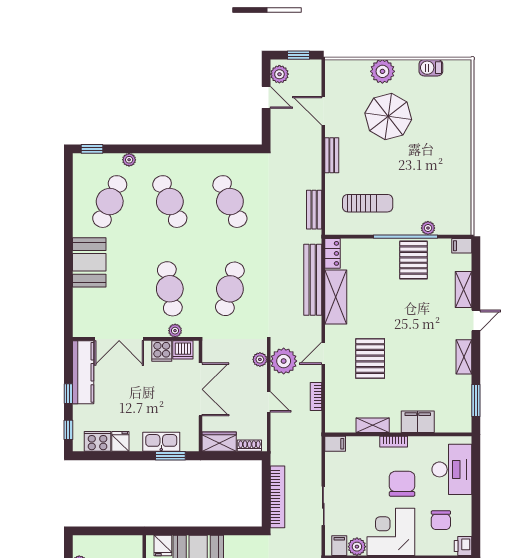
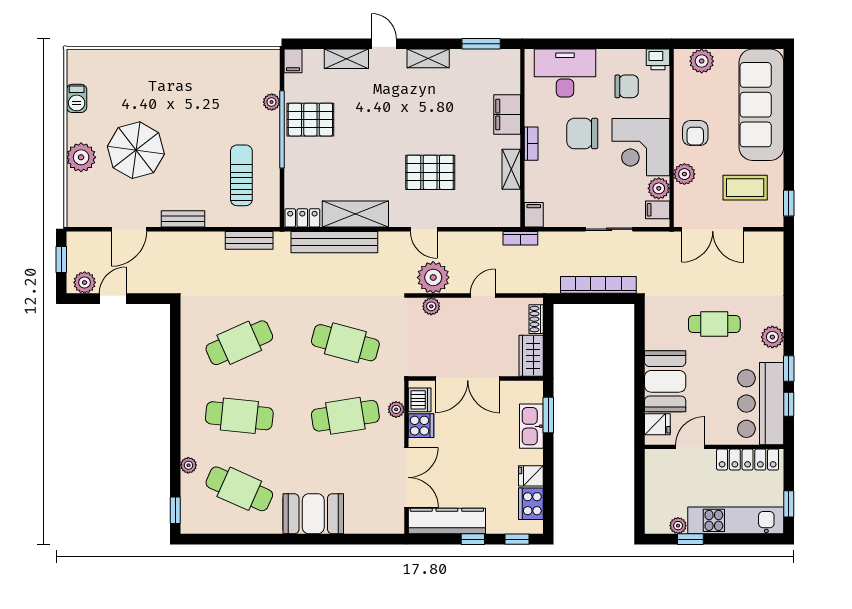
cafe table: (170, 202) -> (239, 416), turned 30
double door: (201, 389) -> (468, 378), swing flipped
bookcase: (316, 396) -> (520, 238), moved

